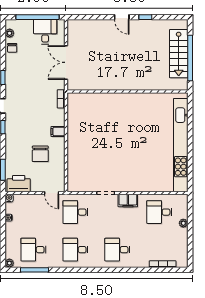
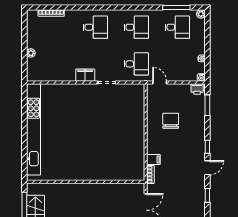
filing cabinet: (58, 131) -> (153, 159), moved
printer: (19, 184) -> (197, 89), width x0.53, depth x0.68
desk: (159, 212) -> (54, 64), removed

